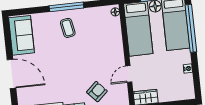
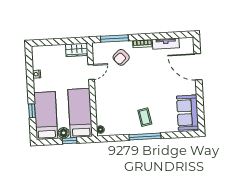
window: (191, 28) -> (32, 111), width x0.32
door: (12, 74) -> (198, 67), moved

